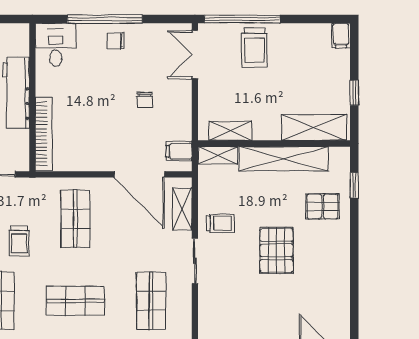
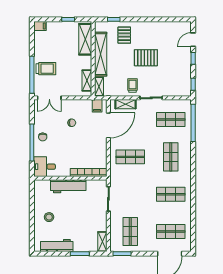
trolley: (19, 241) -> (141, 185), removed

